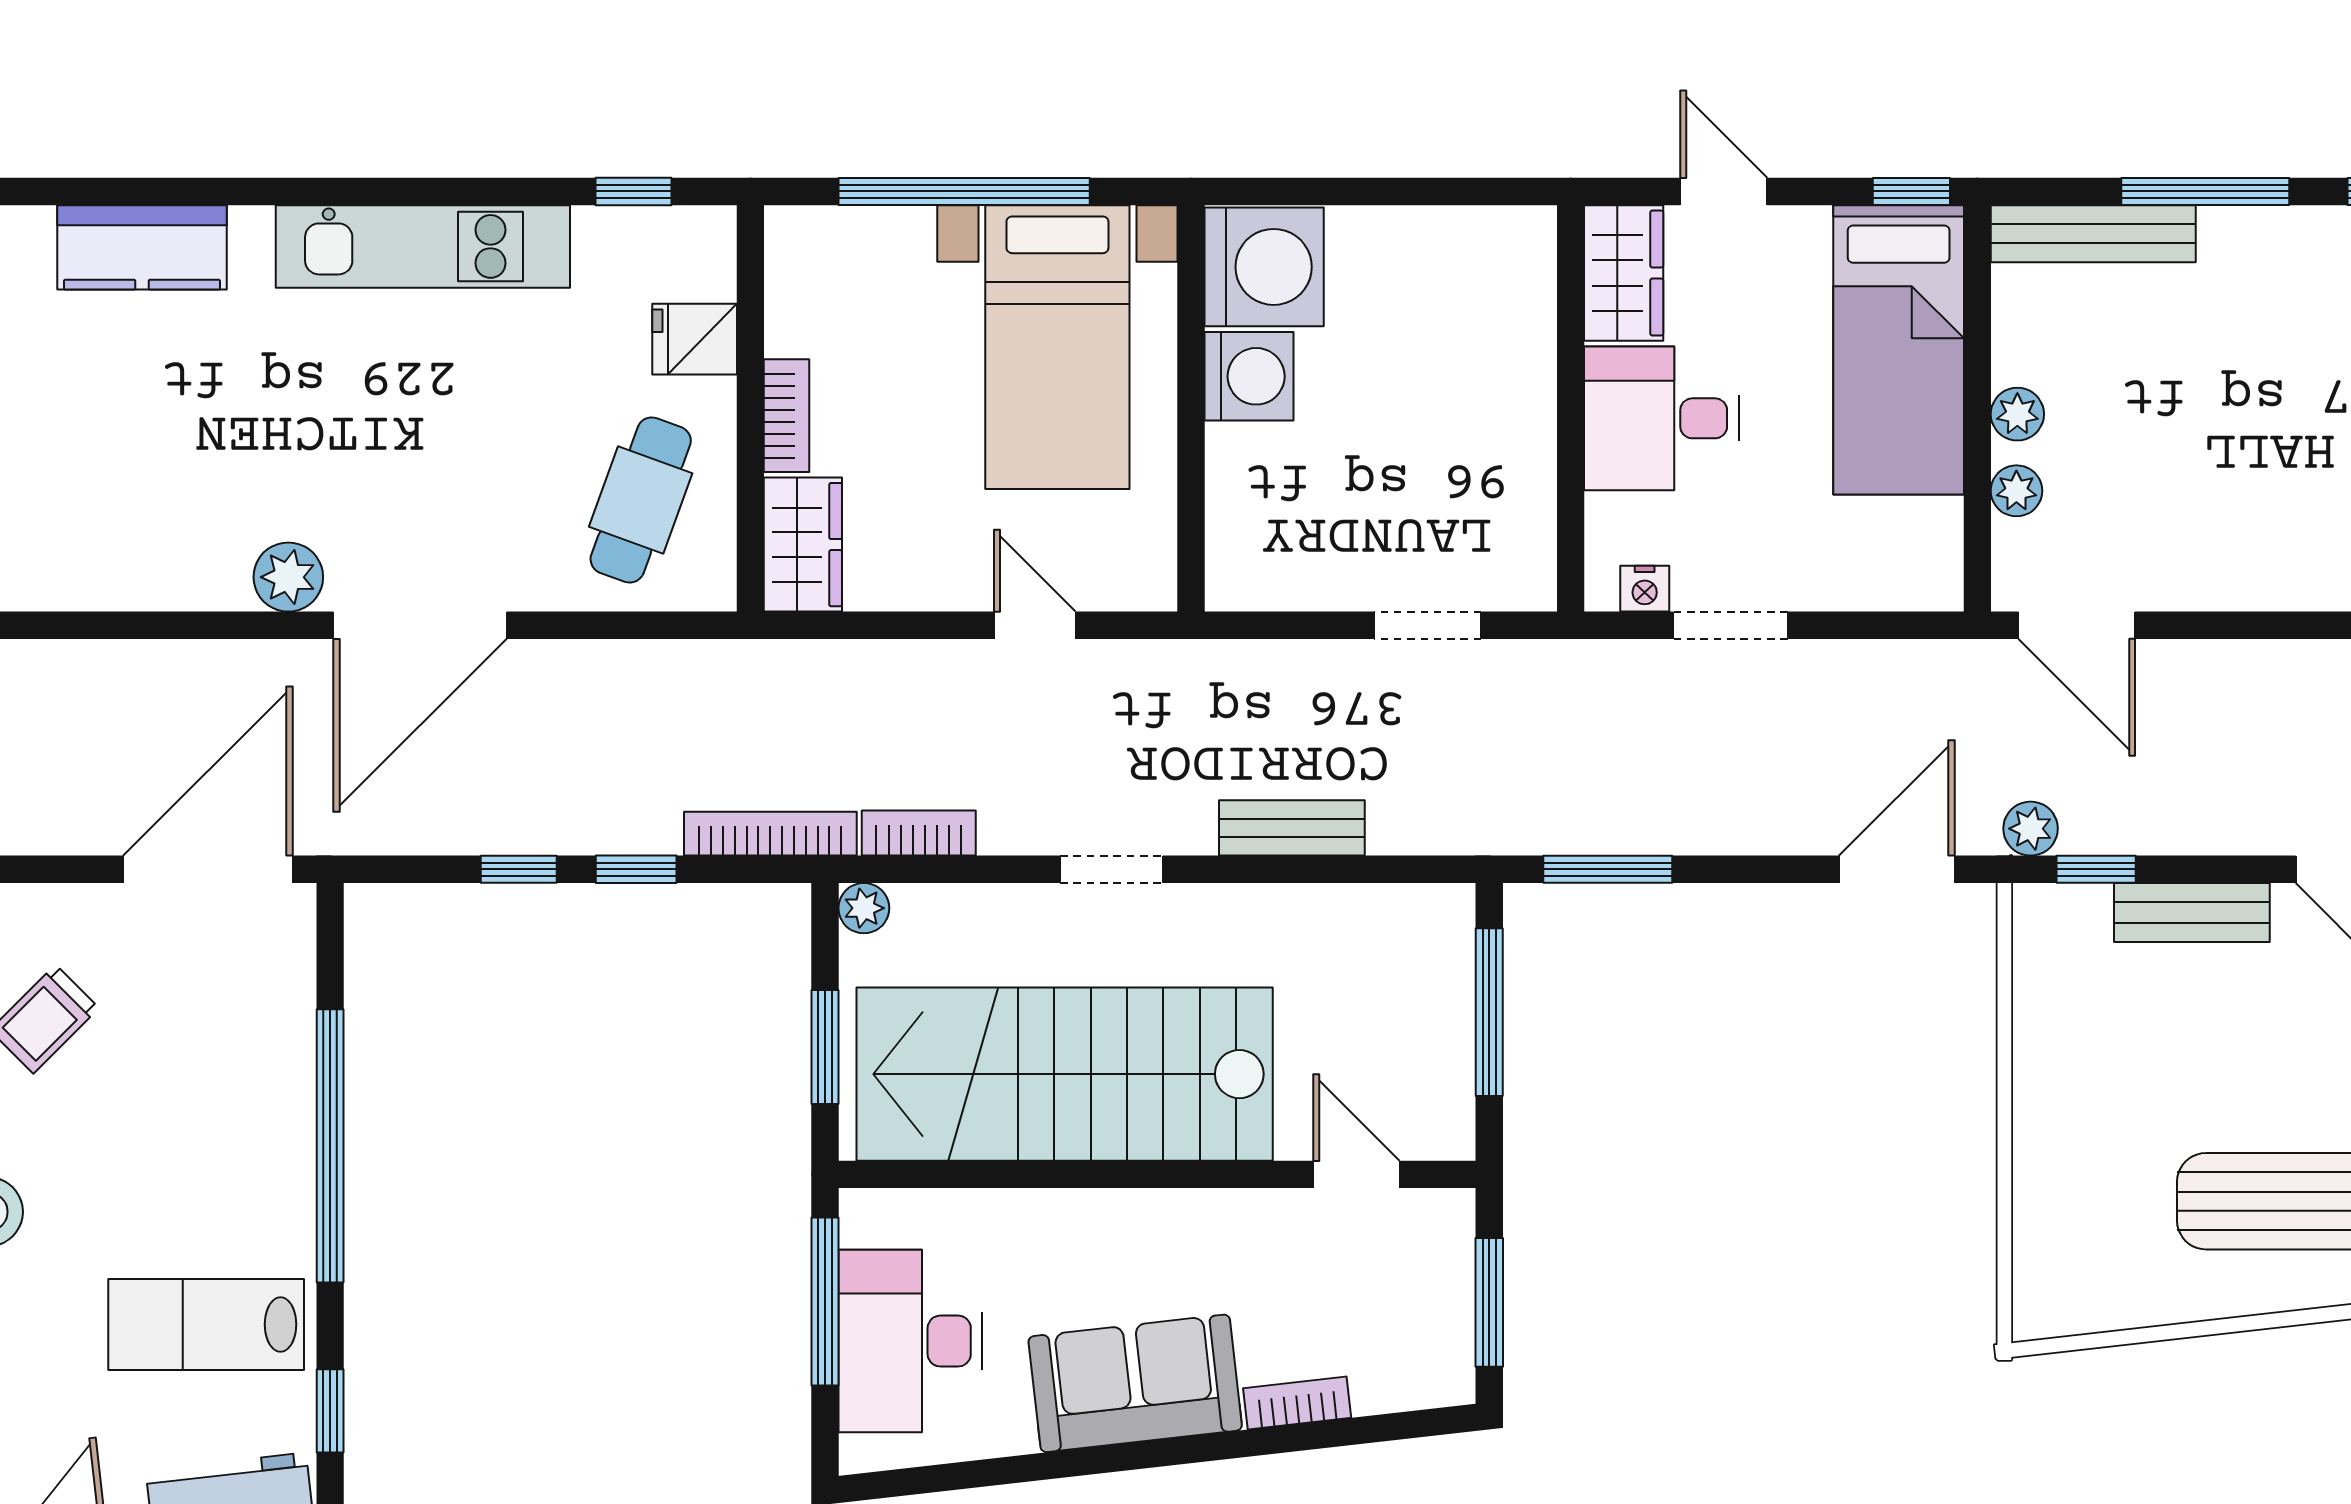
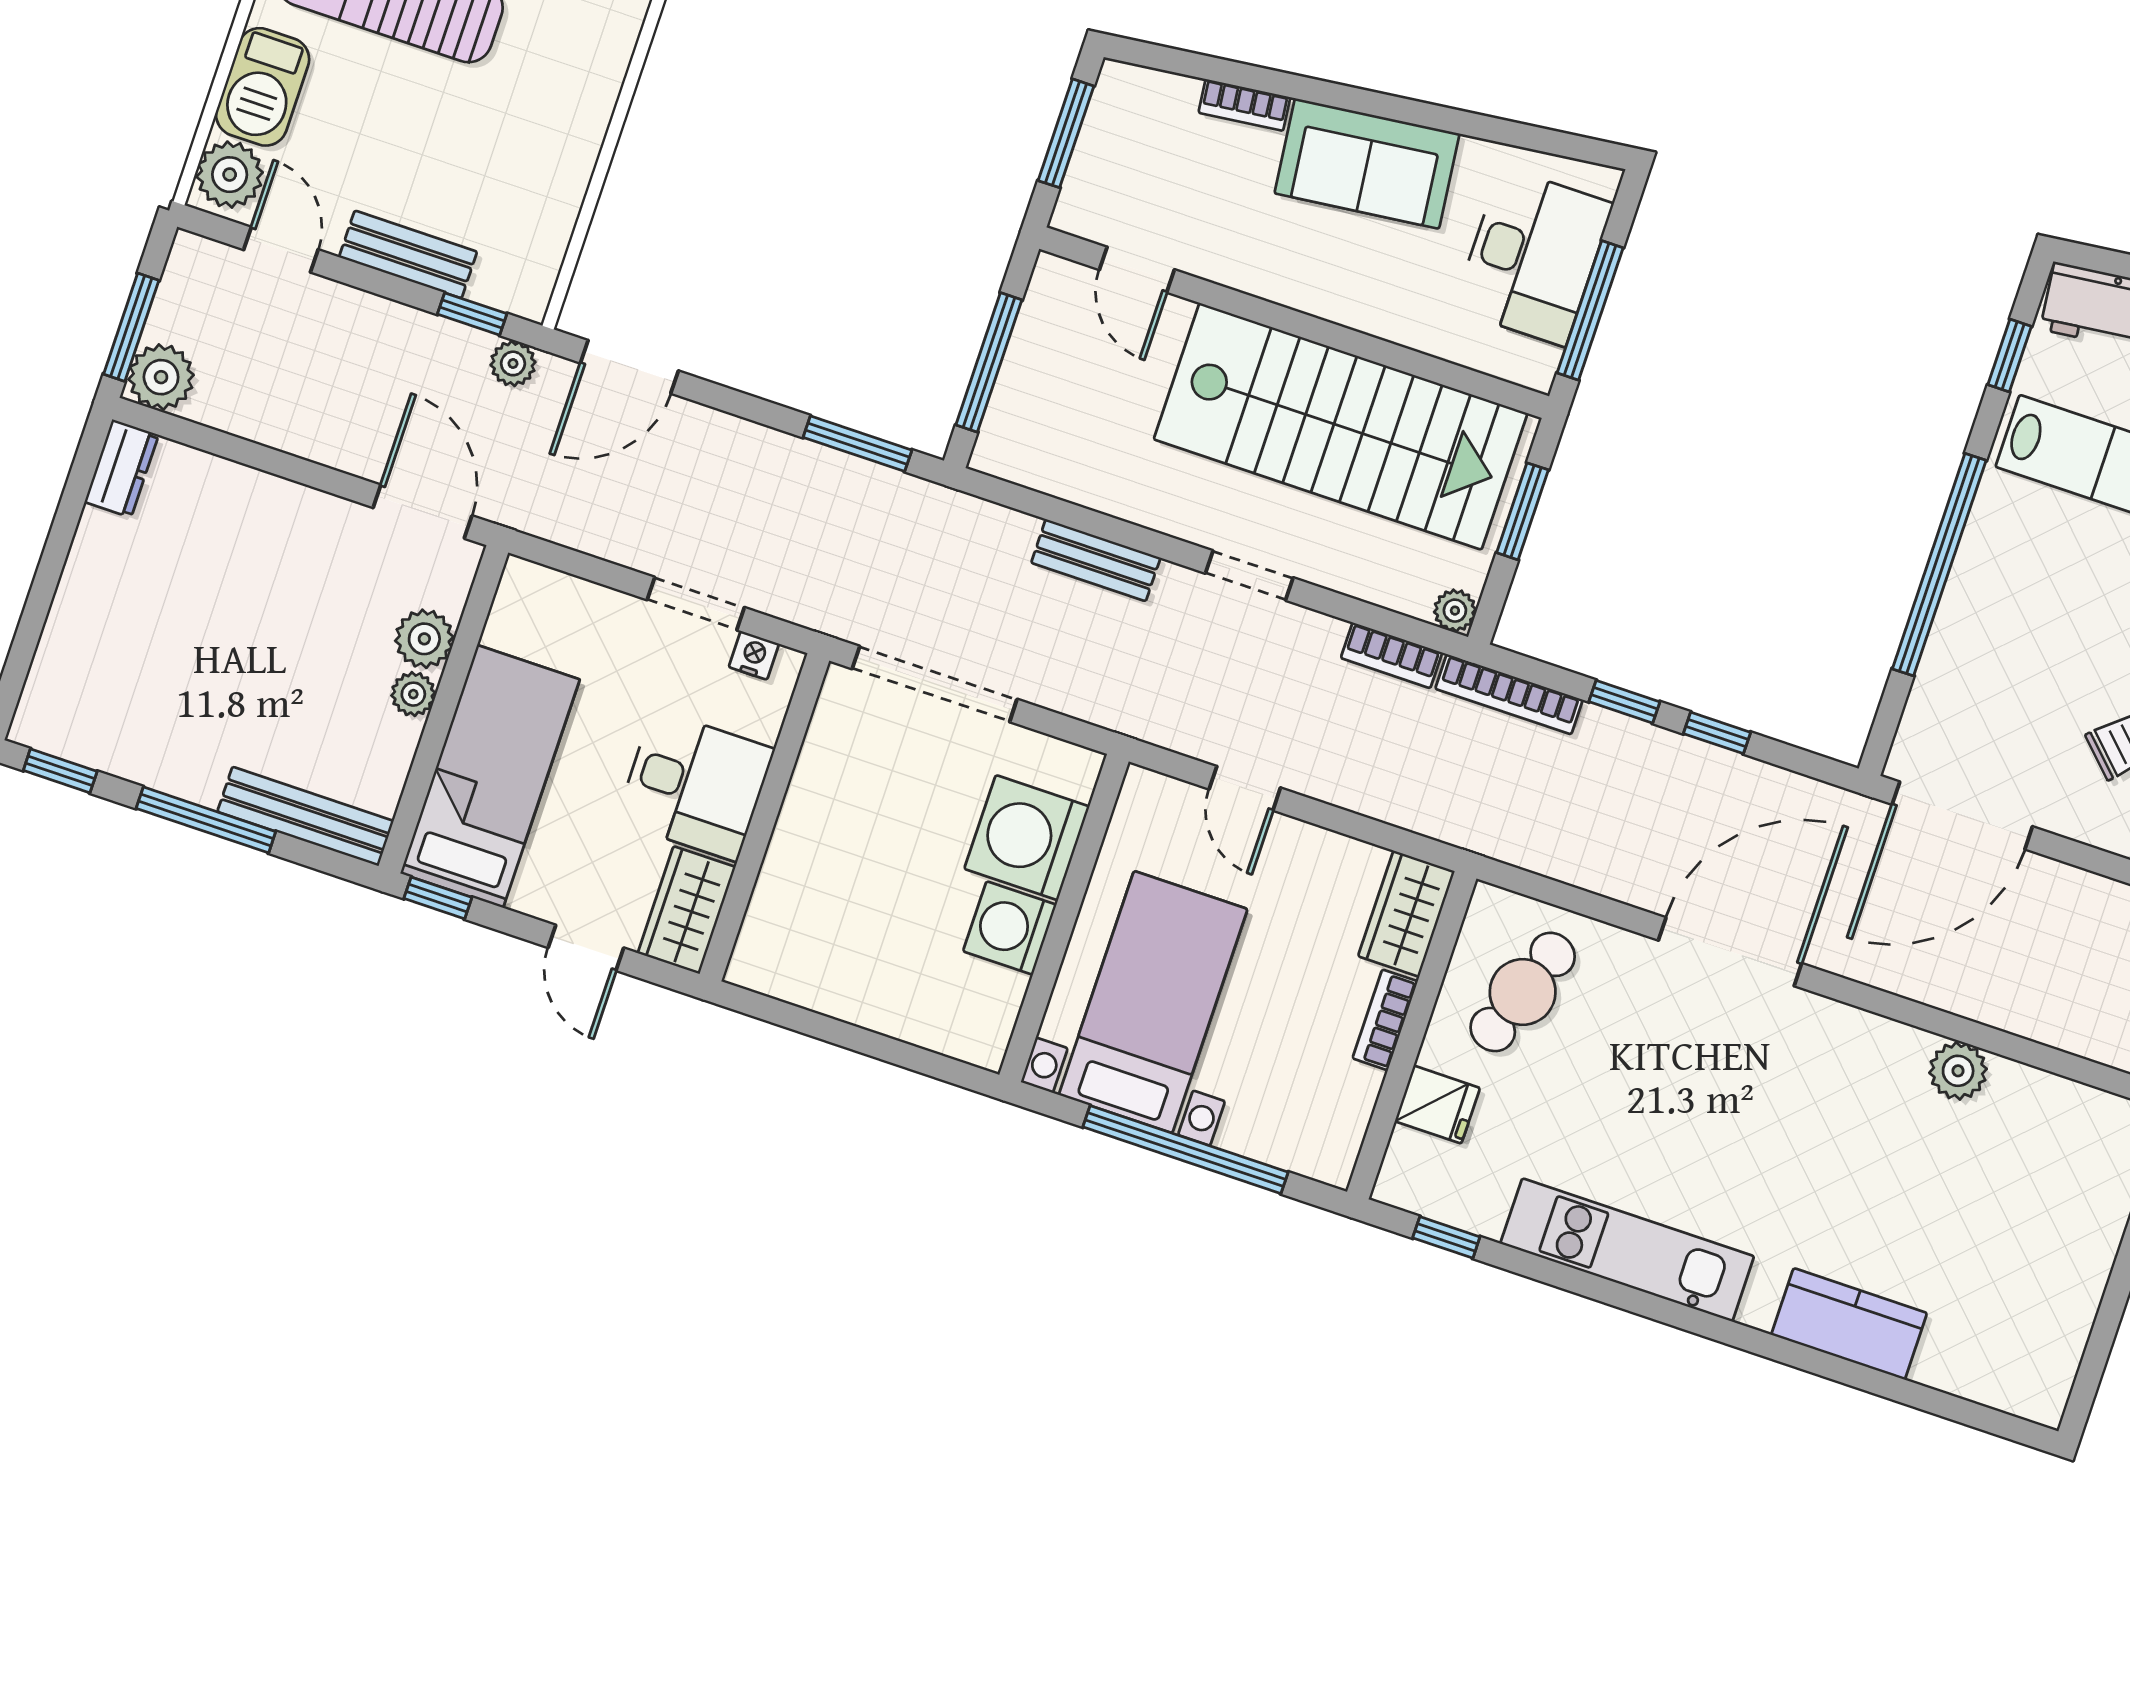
washing machine: (1264, 267) -> (1027, 838), moved
plant: (2016, 491) -> (424, 639), width x1.38, depth x1.38
plant: (288, 577) -> (1958, 1071), moved
doorway: (1428, 625) -> (935, 684), width x1.88

